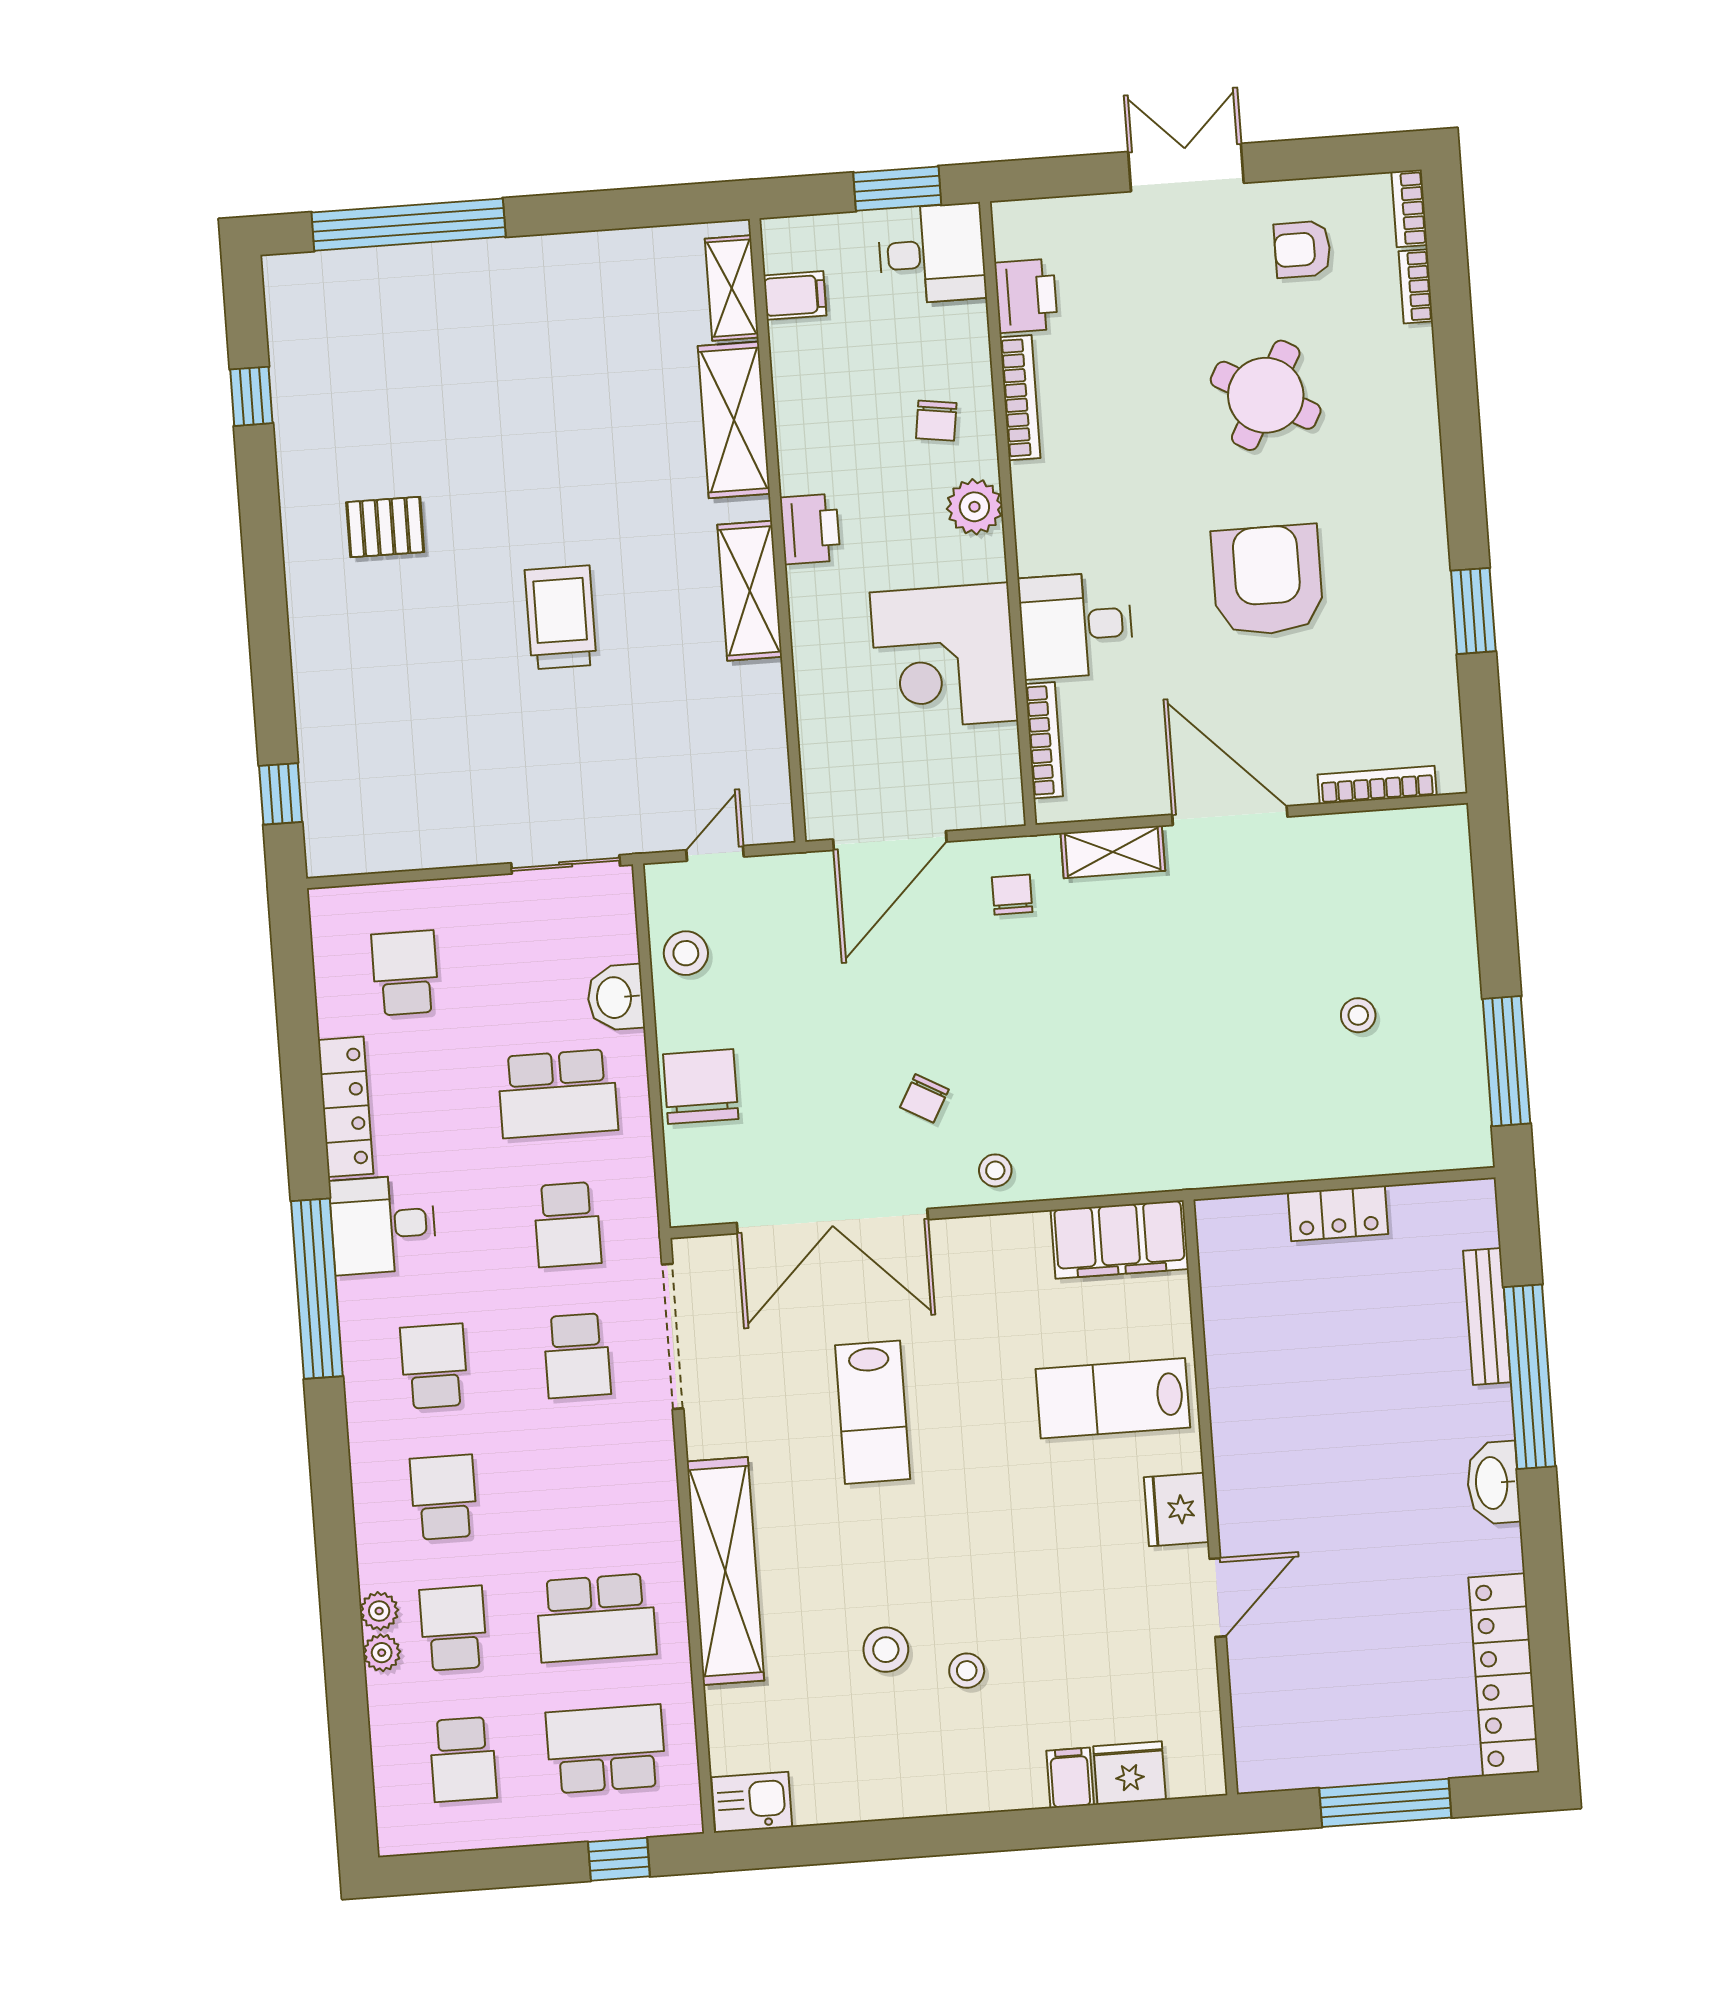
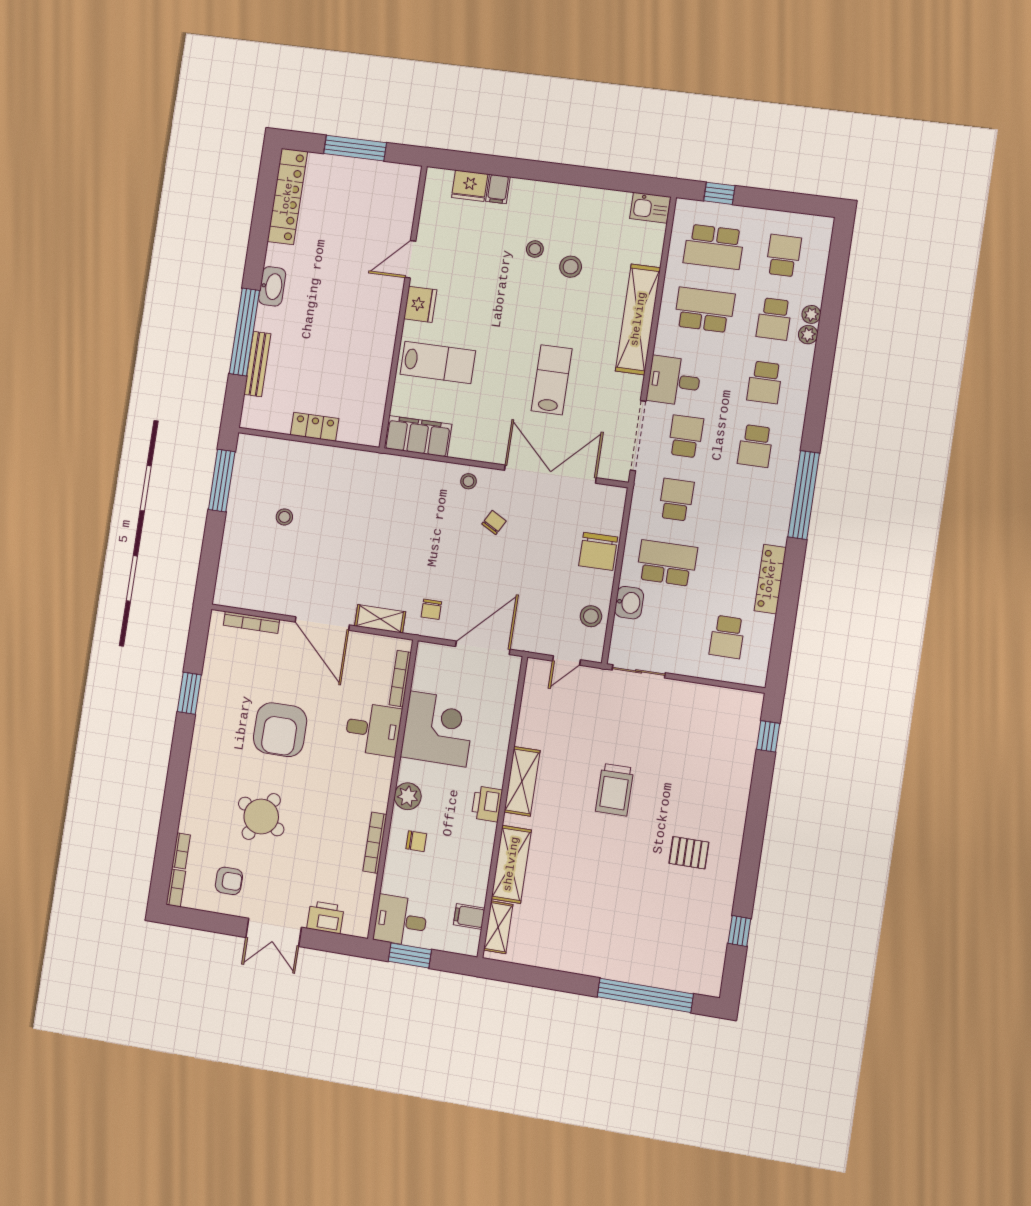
printer: (1026, 296) -> (325, 917), moved, turned 90
chair: (936, 421) -> (416, 841), turned 82
desk: (383, 1225) -> (674, 381), moved, turned 180

